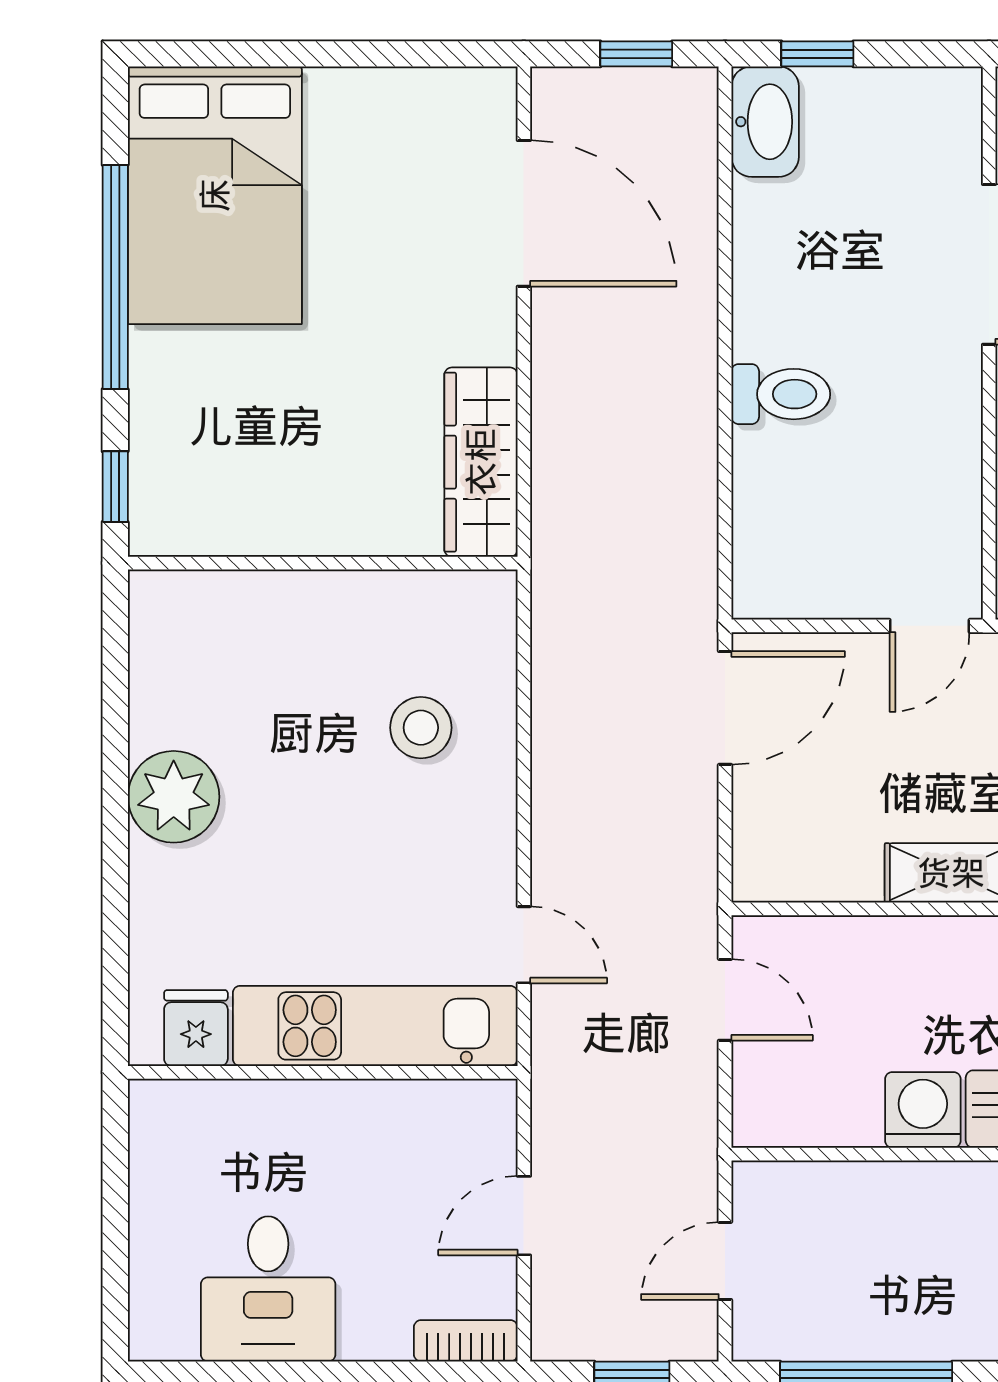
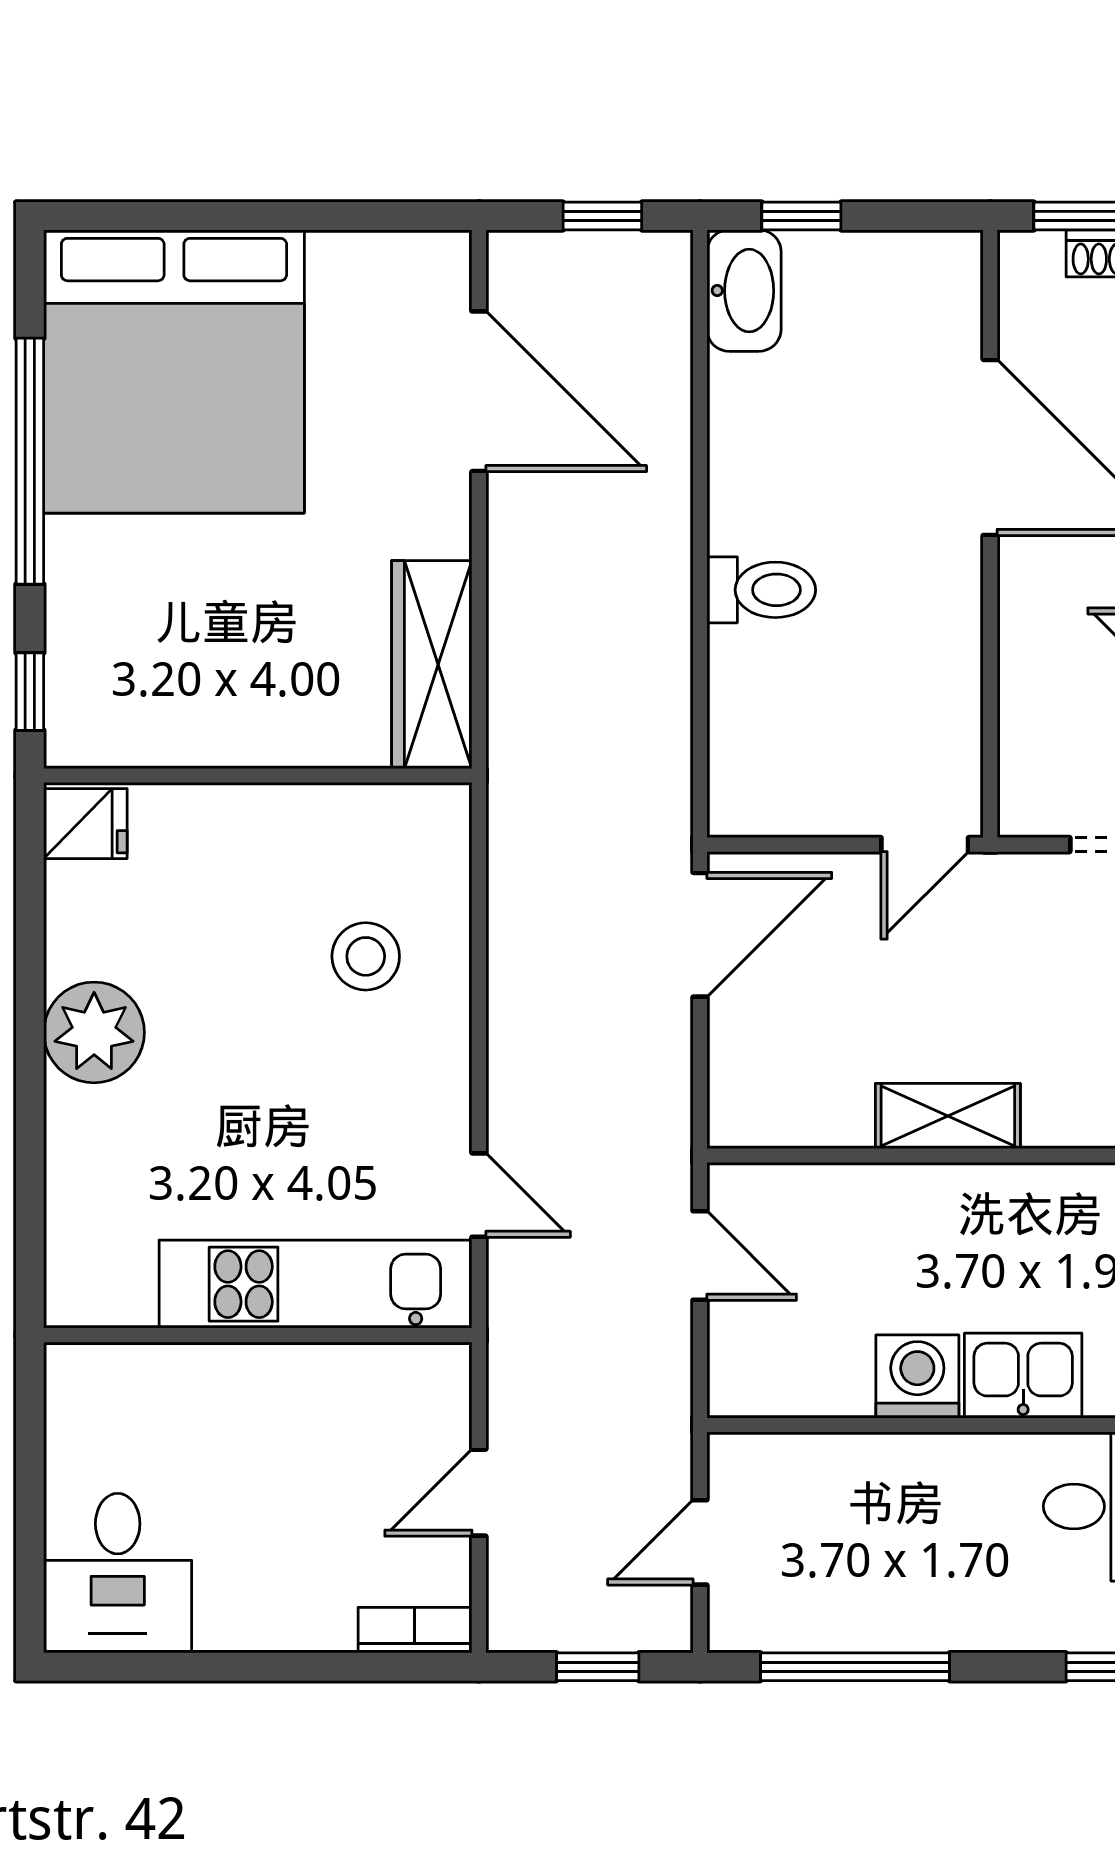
bed: (215, 195) -> (174, 371), width x1.36
fridge: (196, 1028) -> (85, 824), moved, turned 90
desk: (268, 1289) -> (118, 1573), moved

